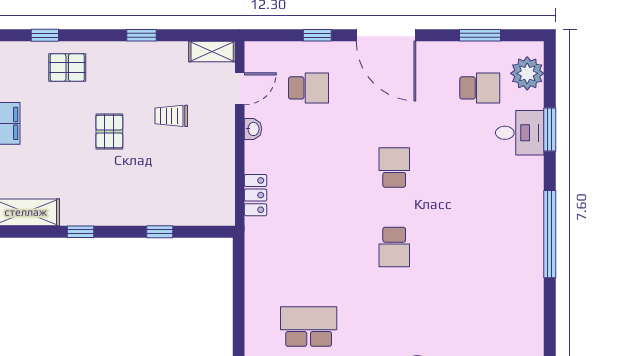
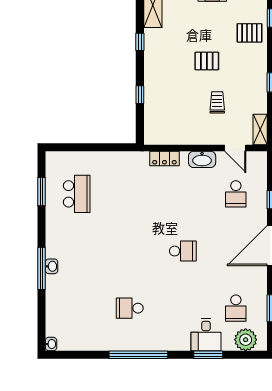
pallet: (67, 68) -> (249, 33), turned 90
washbasin: (253, 129) -> (202, 159), width x1.91, depth x1.45
school desk: (394, 247) -> (130, 308), moved

